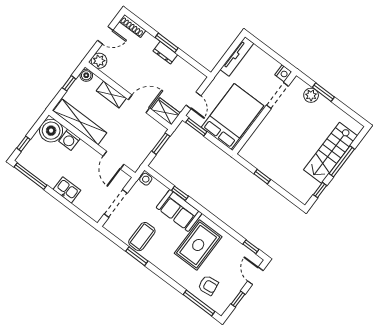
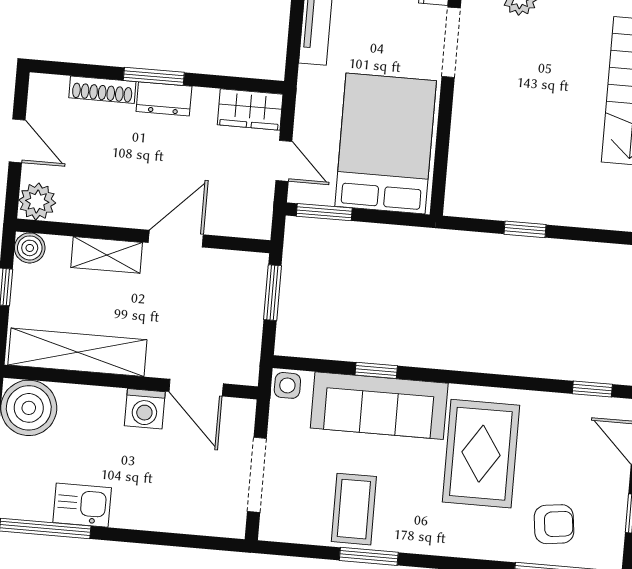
shoe rack: (132, 26) -> (102, 90), moved
door: (105, 35) -> (17, 141), hinge flipped
wardrobe: (166, 111) -> (250, 109), moved, turned 180
washing machine: (69, 140) -> (145, 409), moved
kitchen sink: (67, 190) -> (82, 505), moved
sofa: (179, 211) -> (379, 406), width x1.36

